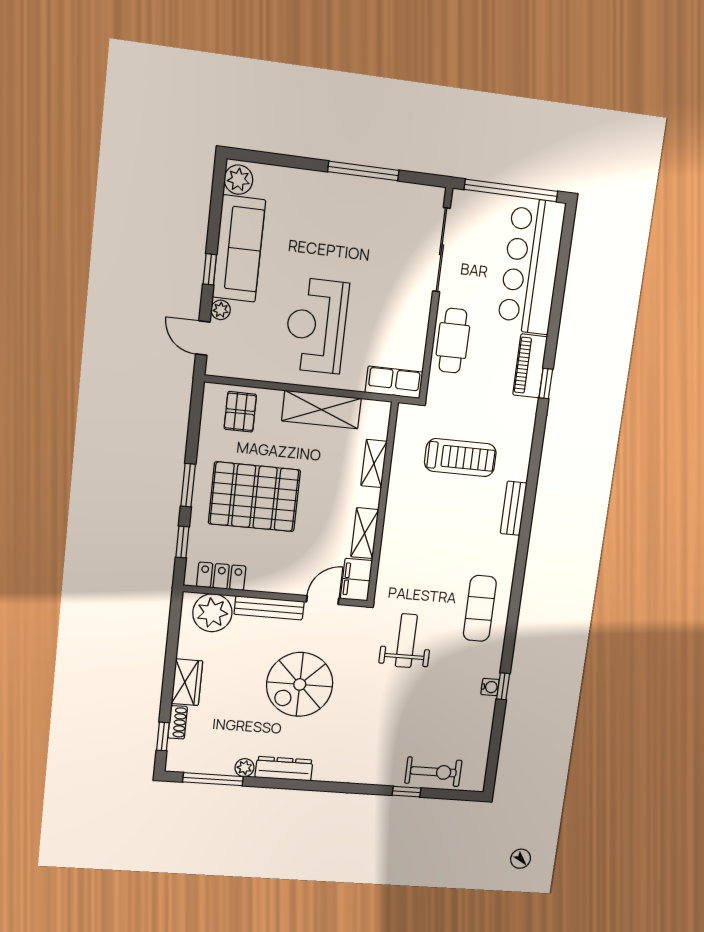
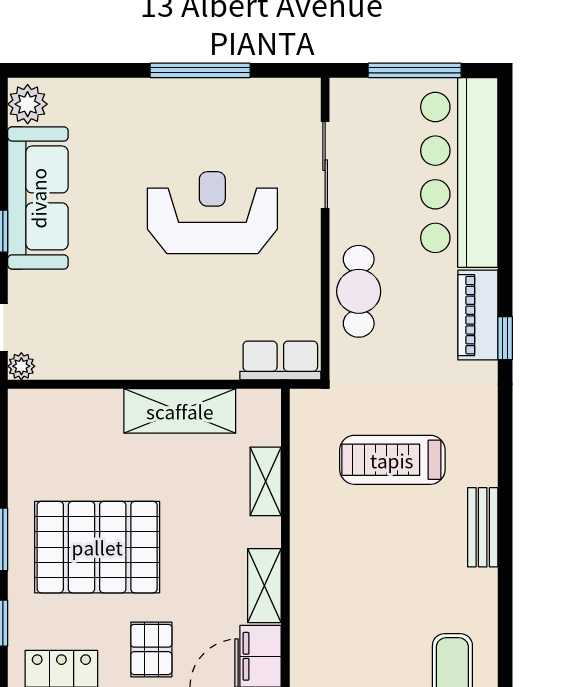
window: (511, 190) -> (415, 70), width x0.68
sliding door: (441, 250) -> (325, 165), width x0.73
plant: (221, 310) -> (21, 366), moved
reception desk: (316, 326) -> (212, 213), moved, turned 90
pallet: (240, 412) -> (151, 649), moved
treadmill: (460, 458) -> (392, 460), turned 180

